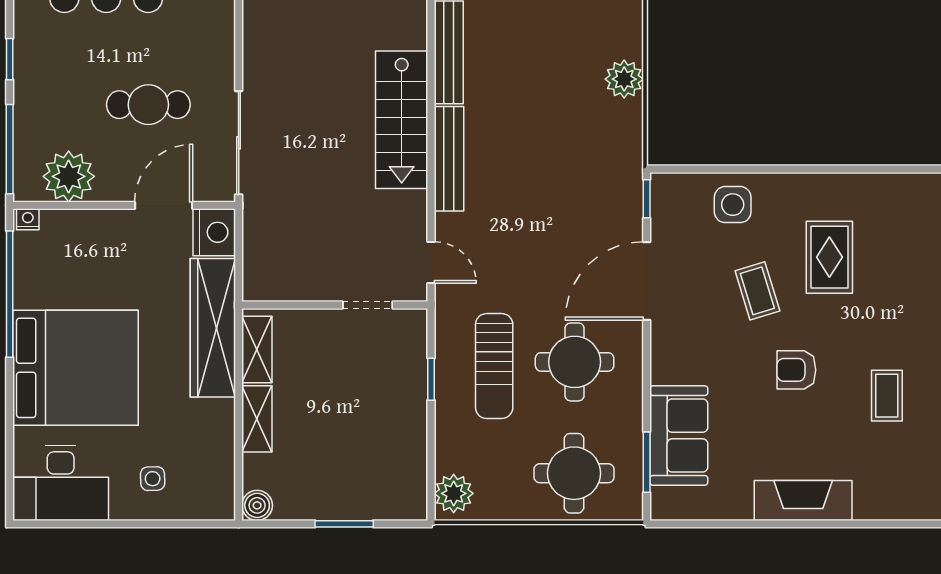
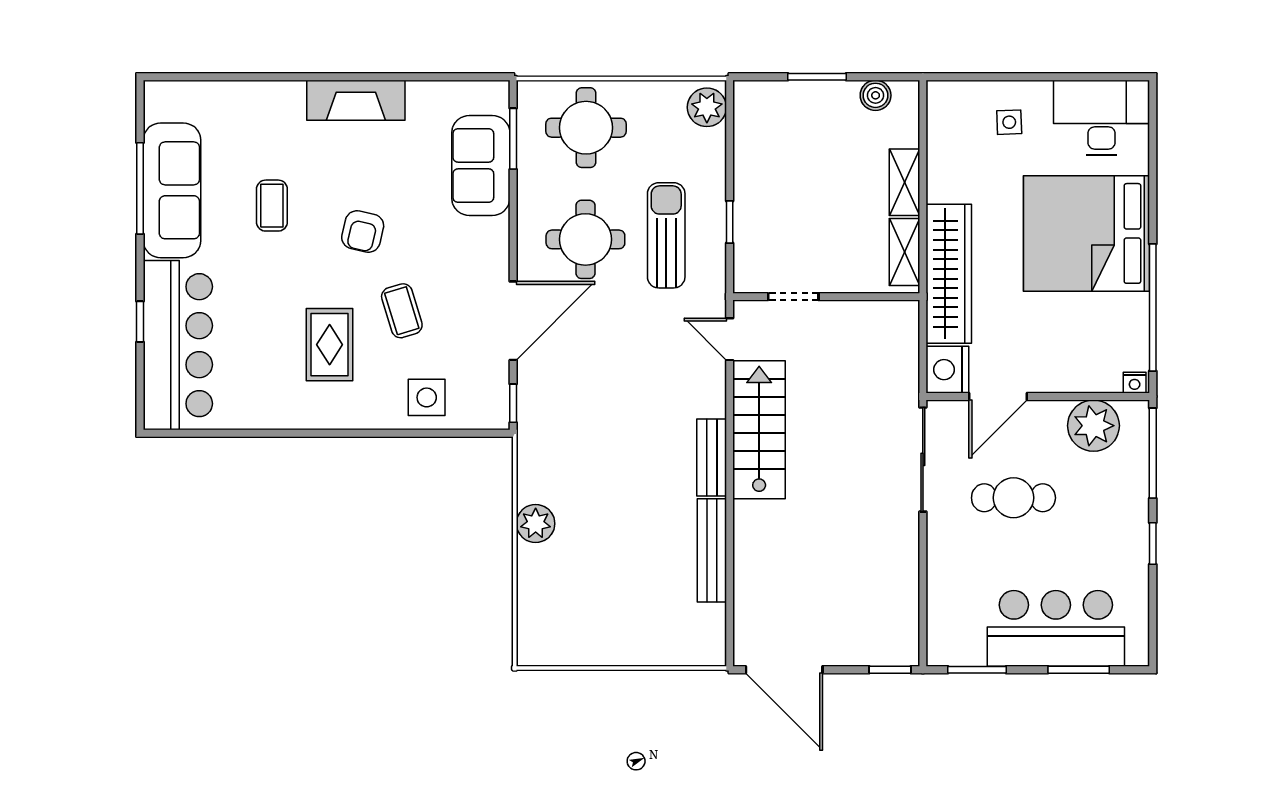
stairs: (402, 120) -> (759, 430), moved
bench: (449, 159) -> (712, 457), width x0.73
armchair: (796, 370) -> (363, 231), turned 103
boiler: (257, 505) -> (876, 95), moved

